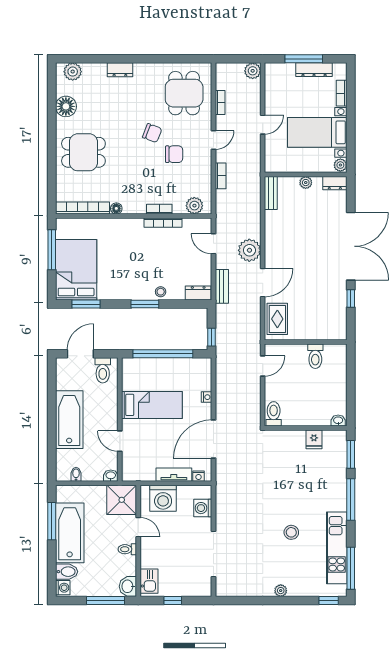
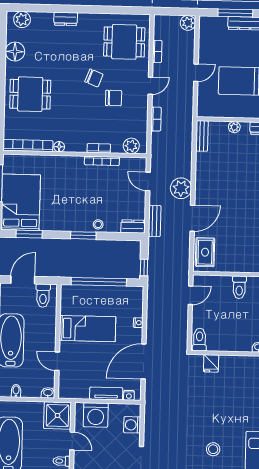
dining table: (184, 93) -> (124, 42), turned 90
fridge: (314, 439) -> (211, 363), moved

